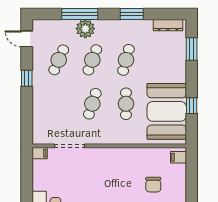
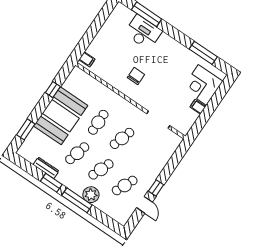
window: (80, 14) -> (77, 200), moved
dresser: (168, 25) -> (46, 168), moved
door: (27, 39) -> (145, 205), moved
booth: (167, 111) -> (61, 116), moved
filing cabinet: (40, 153) -> (198, 107), moved
chair: (153, 185) -> (136, 76), moved

